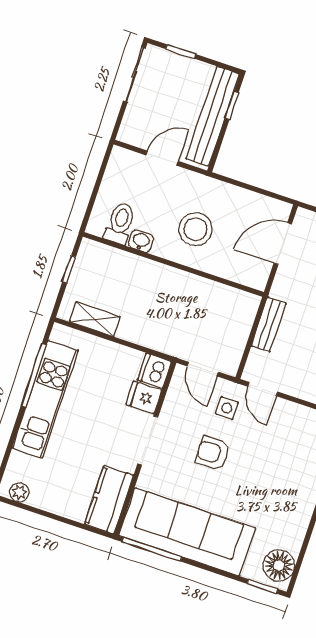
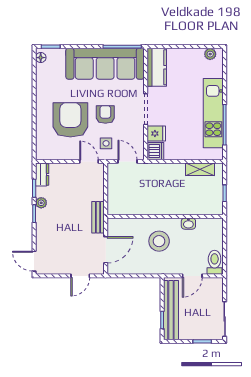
toilet: (120, 223) -> (215, 262), moved, turned 180
bench: (269, 325) -> (98, 217), moved
armchair: (213, 453) -> (105, 114), turned -90
armchair: (270, 463) -> (70, 120), added
floor lamp: (279, 565) -> (41, 58), width x0.53, depth x0.53

